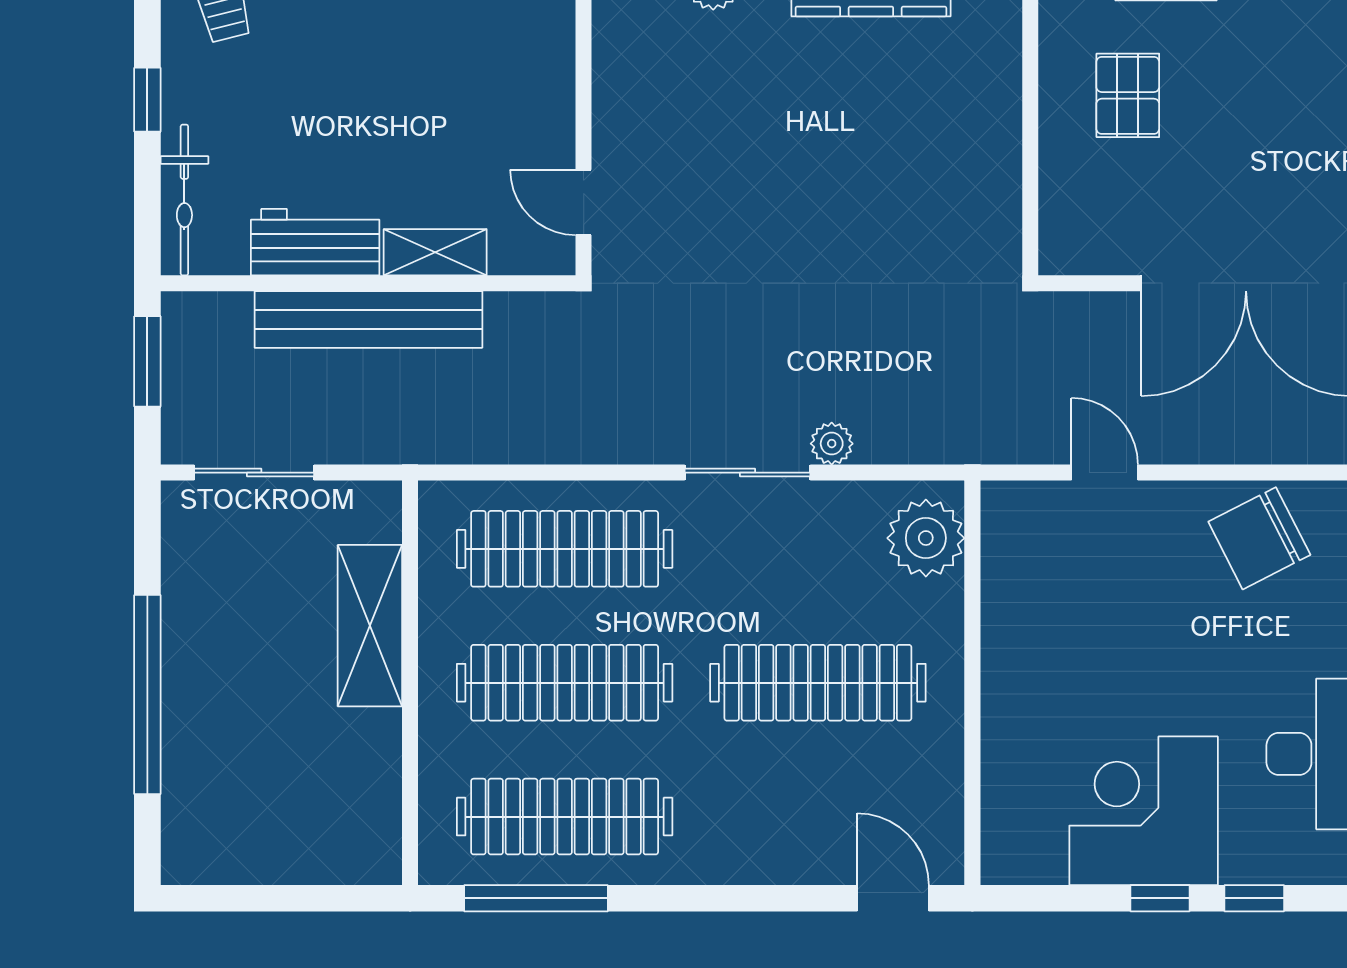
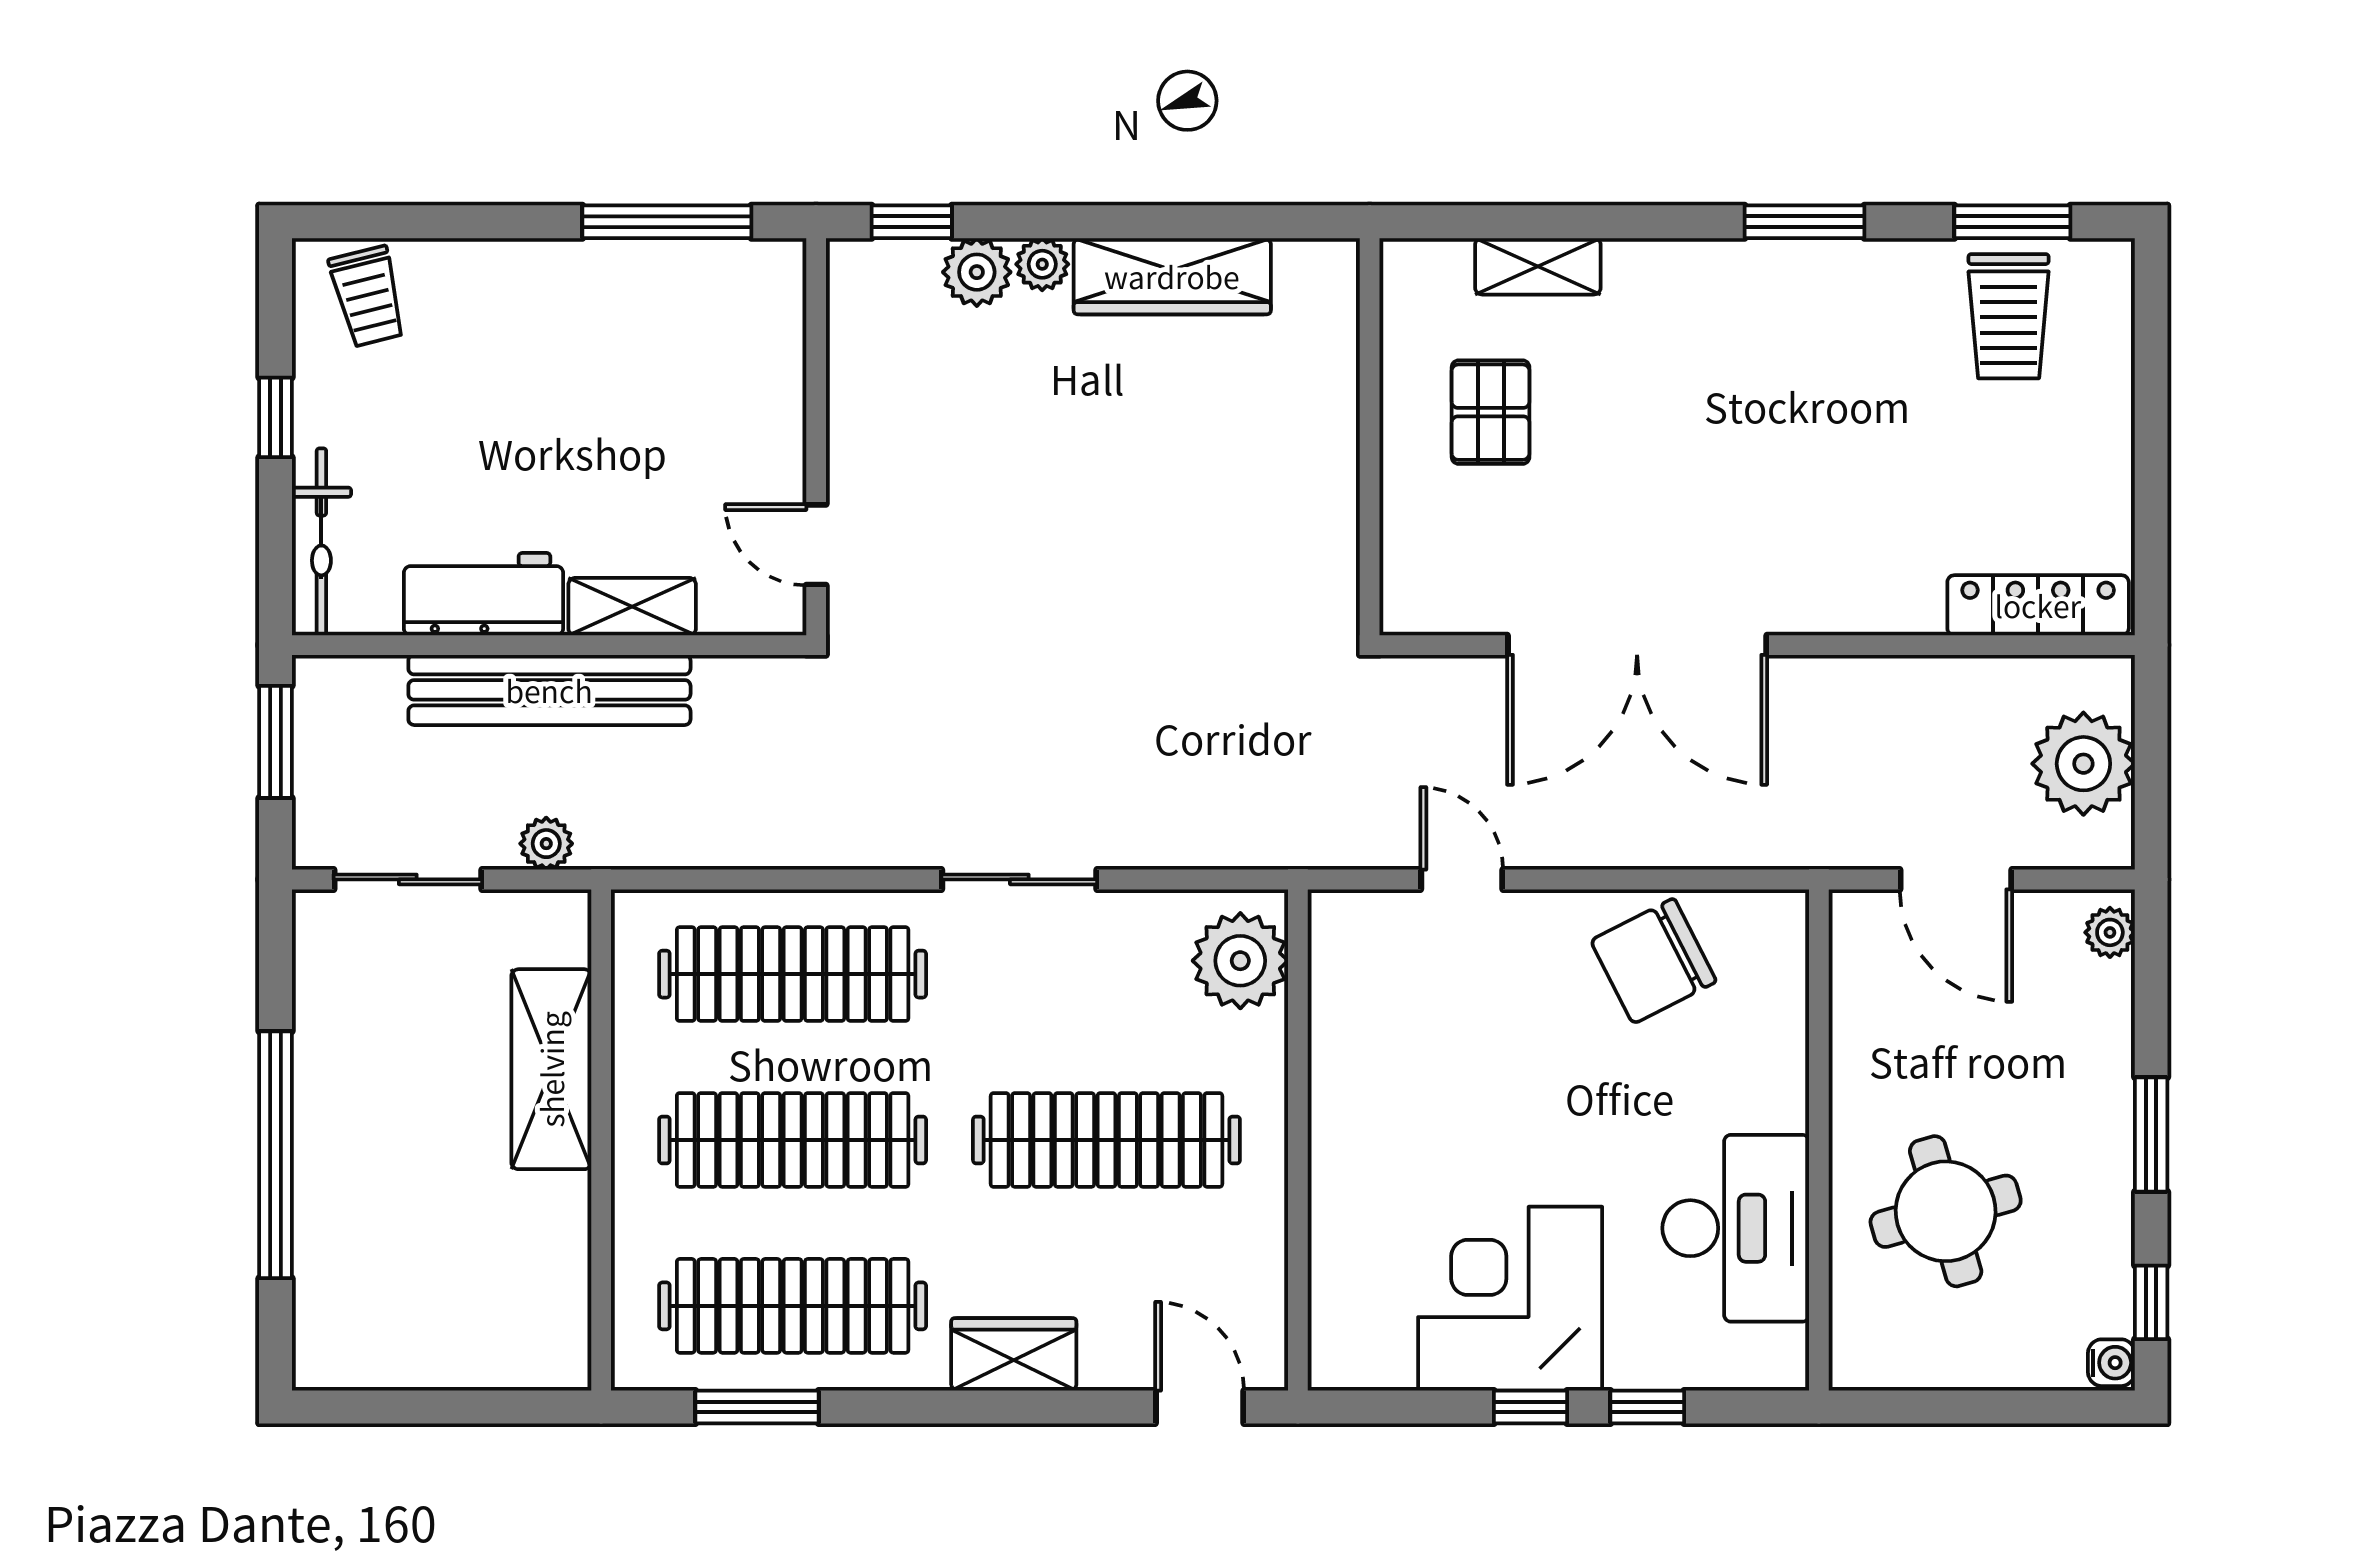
plant: (832, 444) -> (546, 844), moved
wardrobe: (743, 856) -> (1014, 1354), added
window: (536, 898) -> (757, 1407), width x0.69

